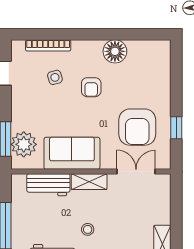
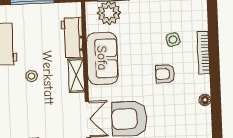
bookcase: (48, 45) -> (203, 53), moved
floor lamp: (115, 51) -> (205, 100), width x0.53, depth x0.53

